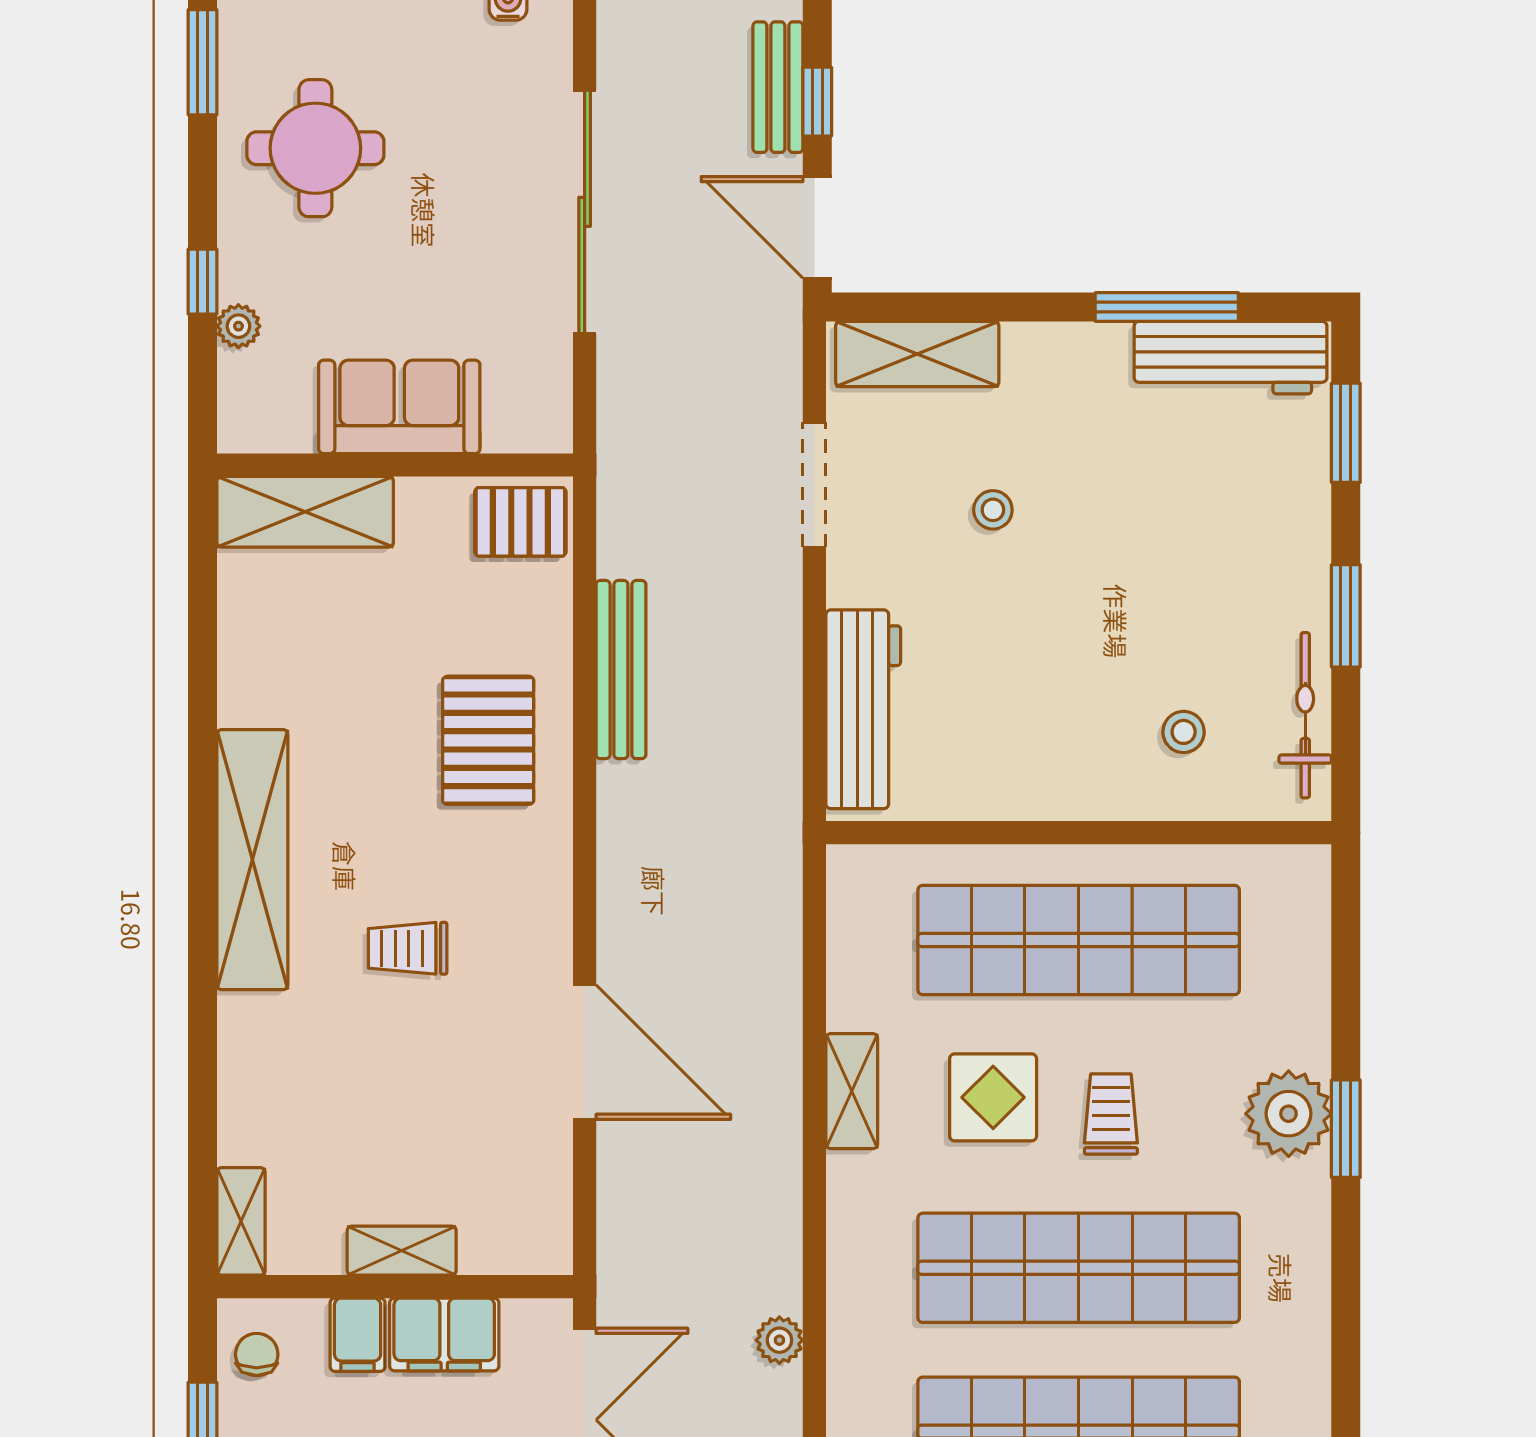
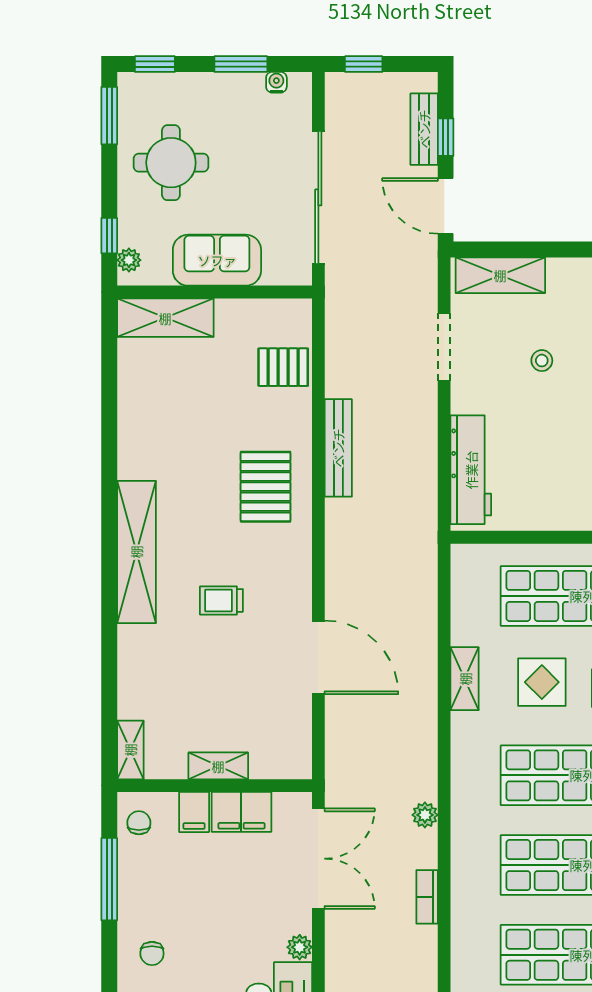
sofa: (399, 407) -> (217, 260), moved
wall: (395, 465) -> (215, 292), moved
shelving: (305, 512) -> (165, 318), moved

